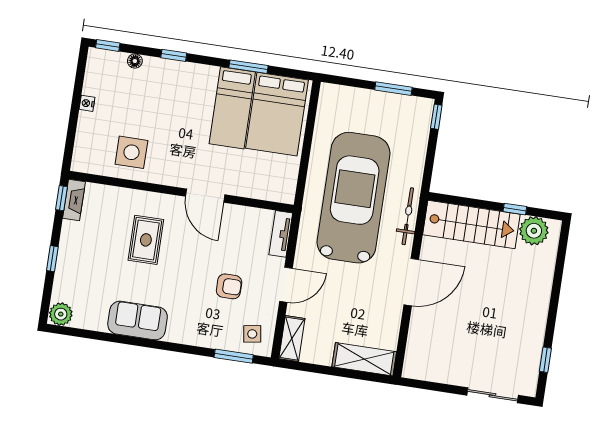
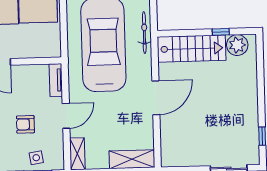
bicycle: (408, 216) -> (144, 32), moved
armchair: (229, 286) -> (25, 124), turned 180
side table: (252, 334) -> (36, 158), moved

